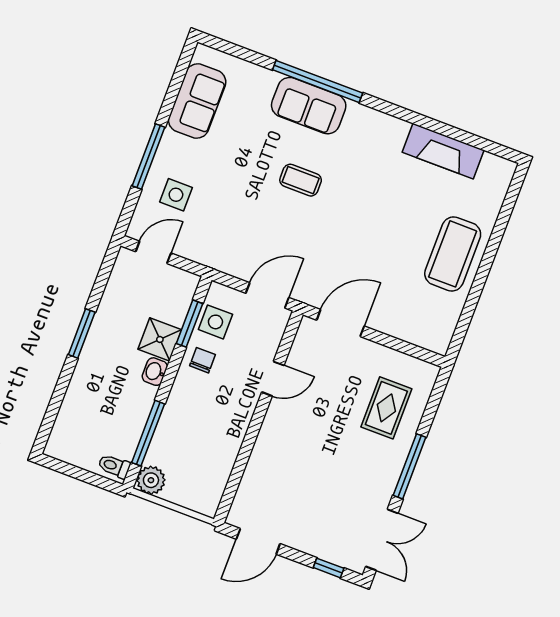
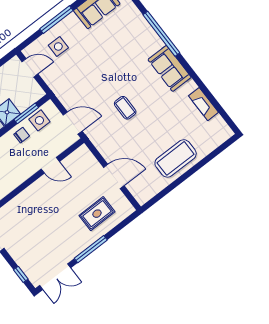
sofa: (309, 106) -> (170, 68), moved
fireplace: (443, 151) -> (203, 104), width x0.73, depth x0.76
coffee table: (301, 180) -> (125, 108), moved
door: (340, 323) -> (114, 176), moved

